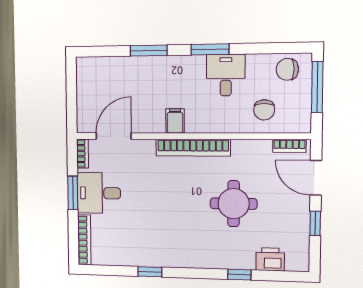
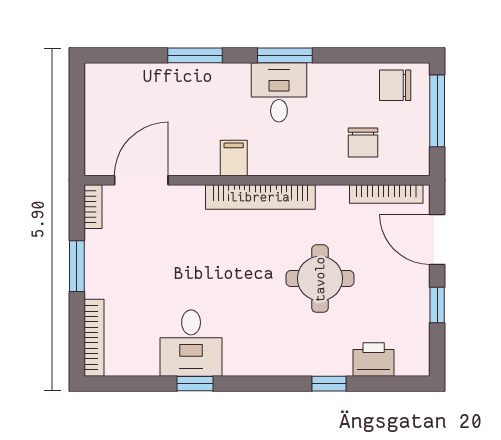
desk: (226, 75) -> (279, 92), moved
bookcase: (289, 146) -> (386, 194), width x1.56
desk: (99, 193) -> (191, 343), moved, turned -90

